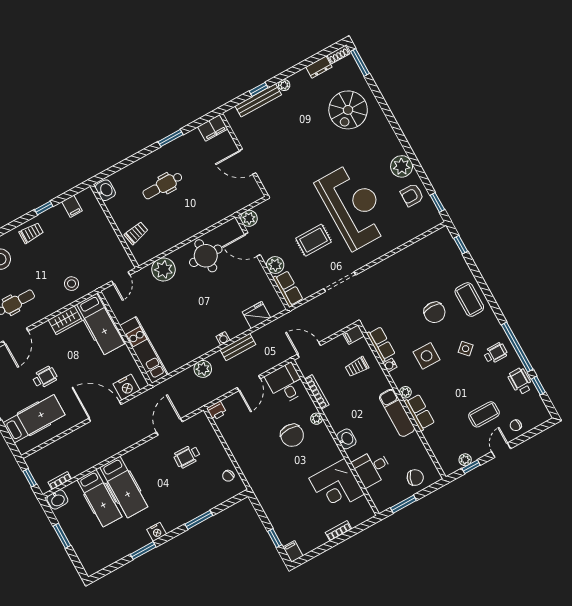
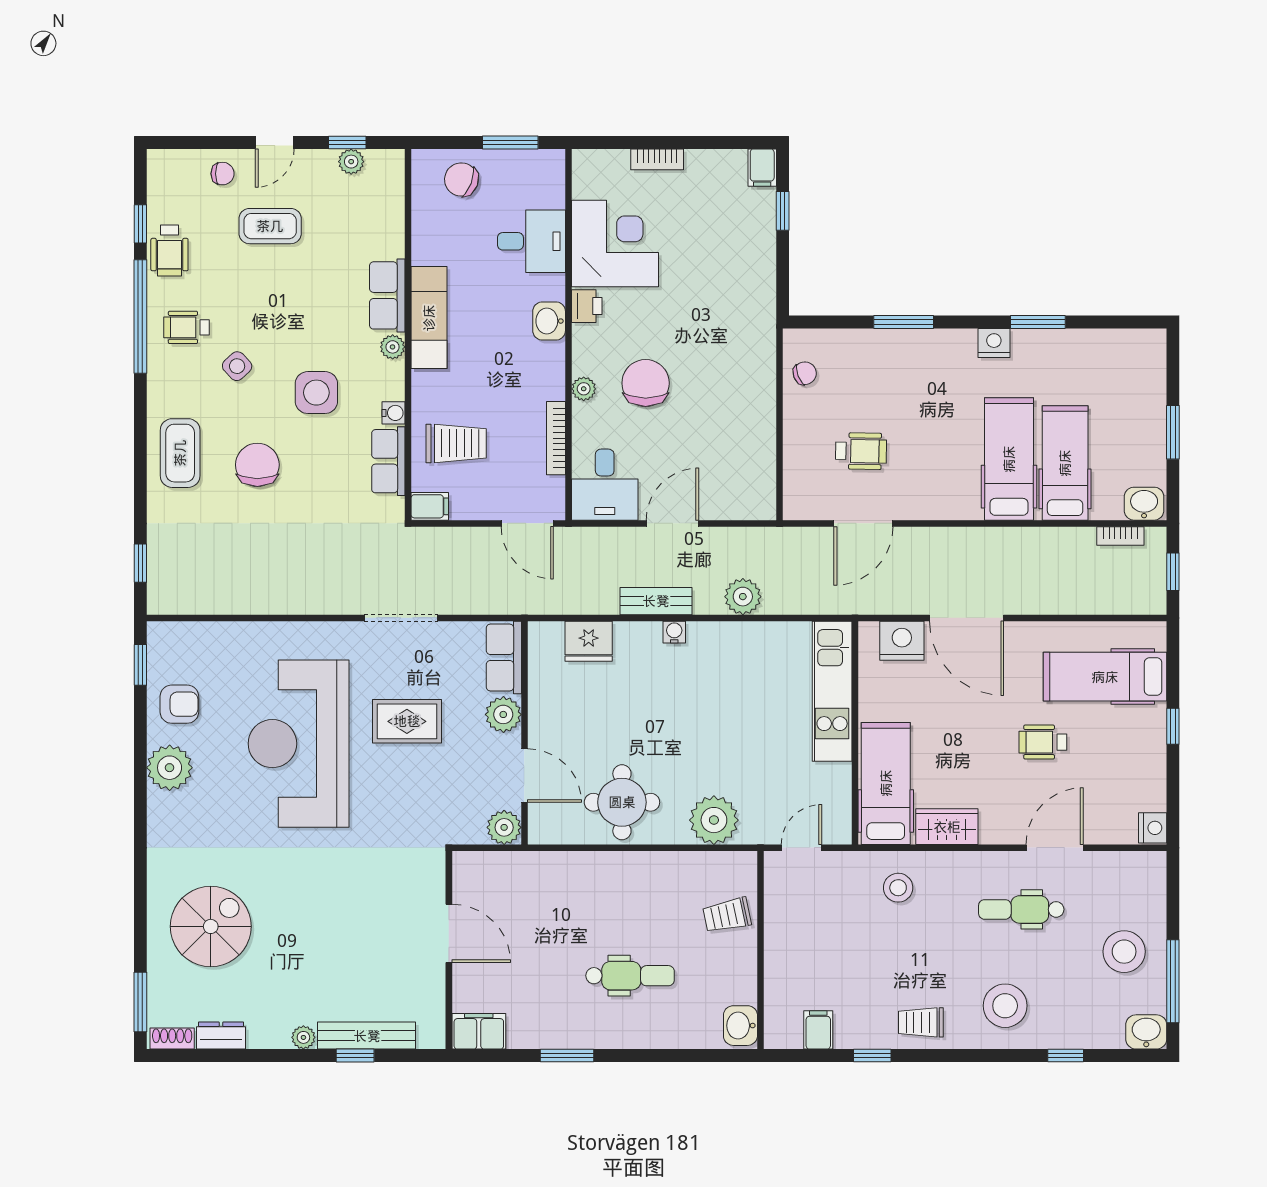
trolley: (357, 367) -> (456, 443), width x1.36, depth x1.39
printer: (217, 411) -> (587, 306), moved, turned 90

